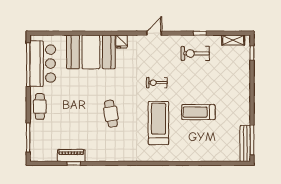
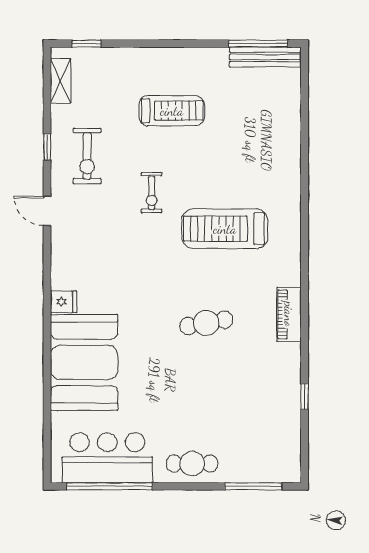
door: (154, 33) -> (47, 211), moved
exercise bike: (157, 83) -> (152, 193), moved
treadmill: (198, 112) -> (172, 111), moved, turned -90
piano: (71, 155) -> (289, 314), moved

